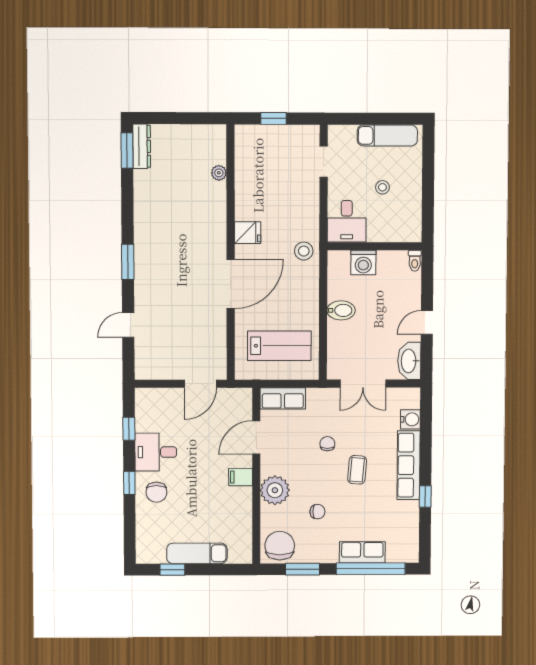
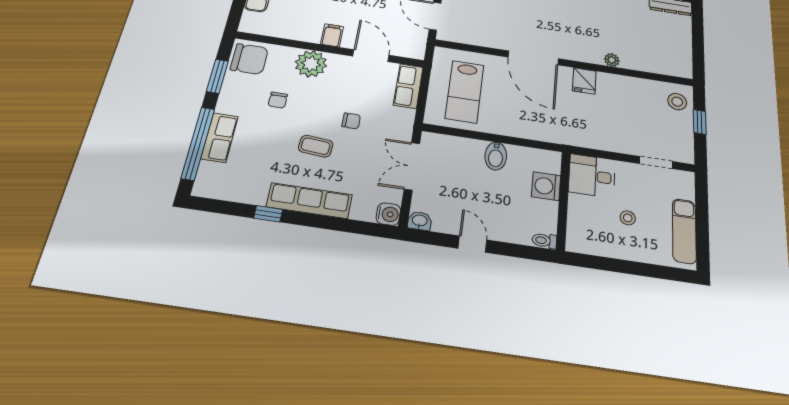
plant: (219, 173) -> (612, 60), moved
stool: (304, 251) -> (677, 102), moved
washbasin: (409, 361) -> (420, 221), width x0.52, depth x0.69
water cooler: (410, 419) -> (388, 214), moved, turned -90

